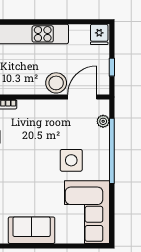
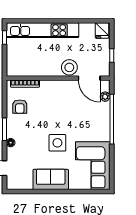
door: (82, 97) -> (89, 78), swing flipped
side table: (71, 160) -> (57, 143), moved

